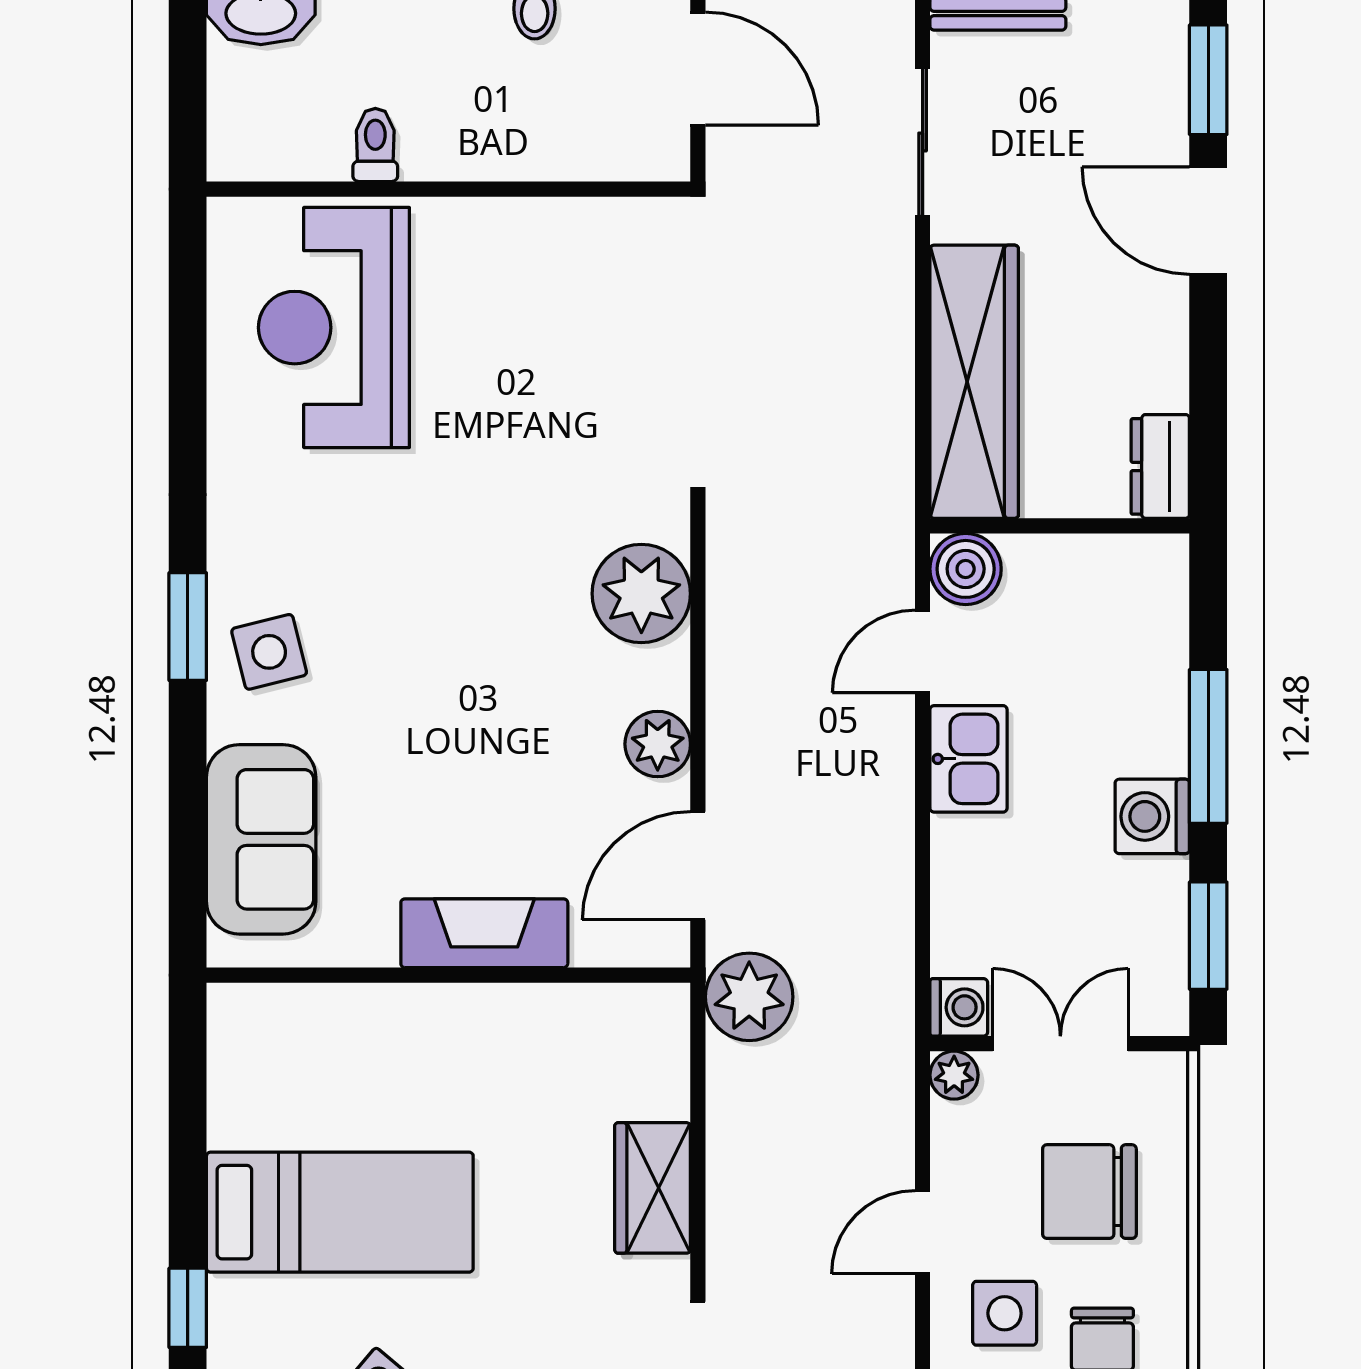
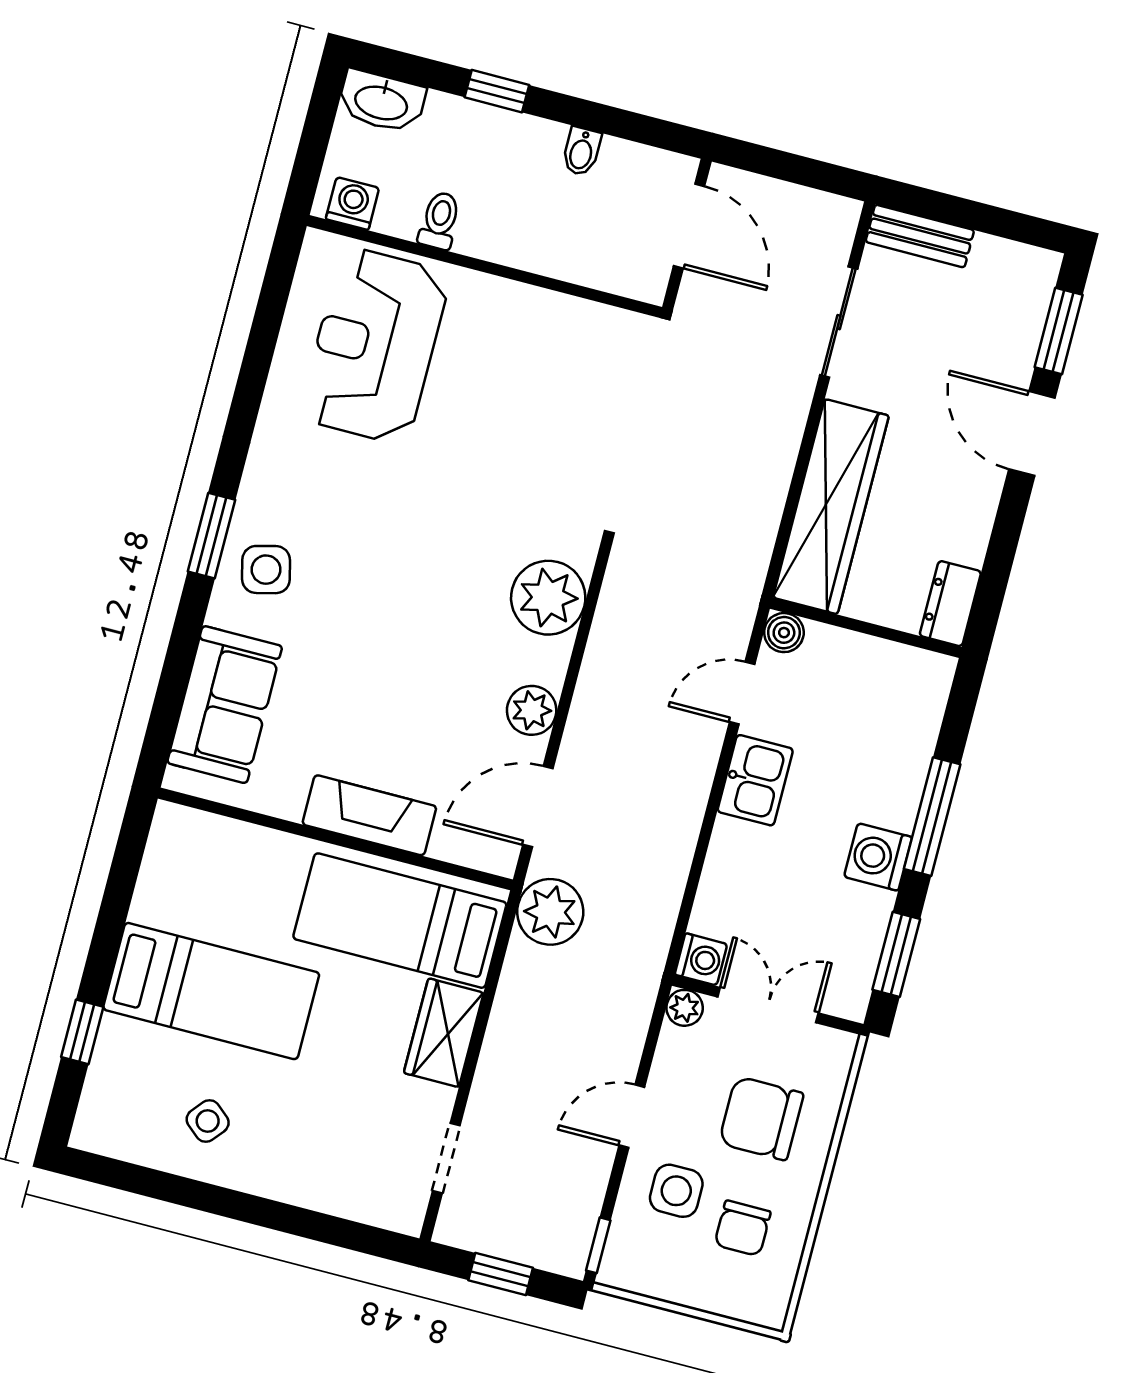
washing machine: (258, 152) -> (352, 204), added
boiler: (966, 569) -> (784, 633), width x0.73, depth x0.73
bed: (559, 1058) -> (400, 921), added

